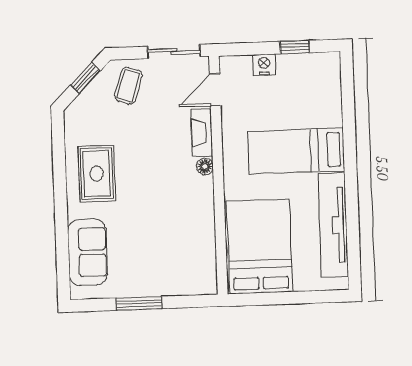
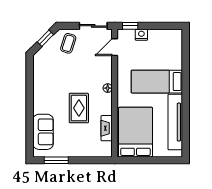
window: (295, 47) -> (130, 26), moved
fireplace: (202, 133) -> (107, 128), moved
rug: (97, 174) -> (79, 108), moved
window: (139, 303) -> (56, 160), moved

